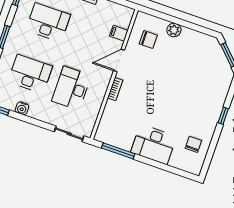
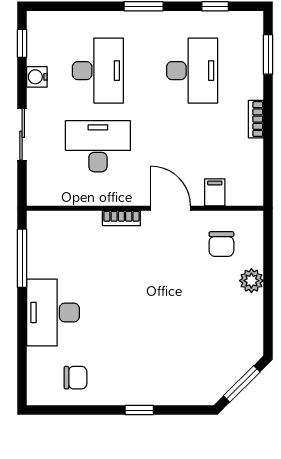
sliding door: (69, 134) -> (22, 134), moved

